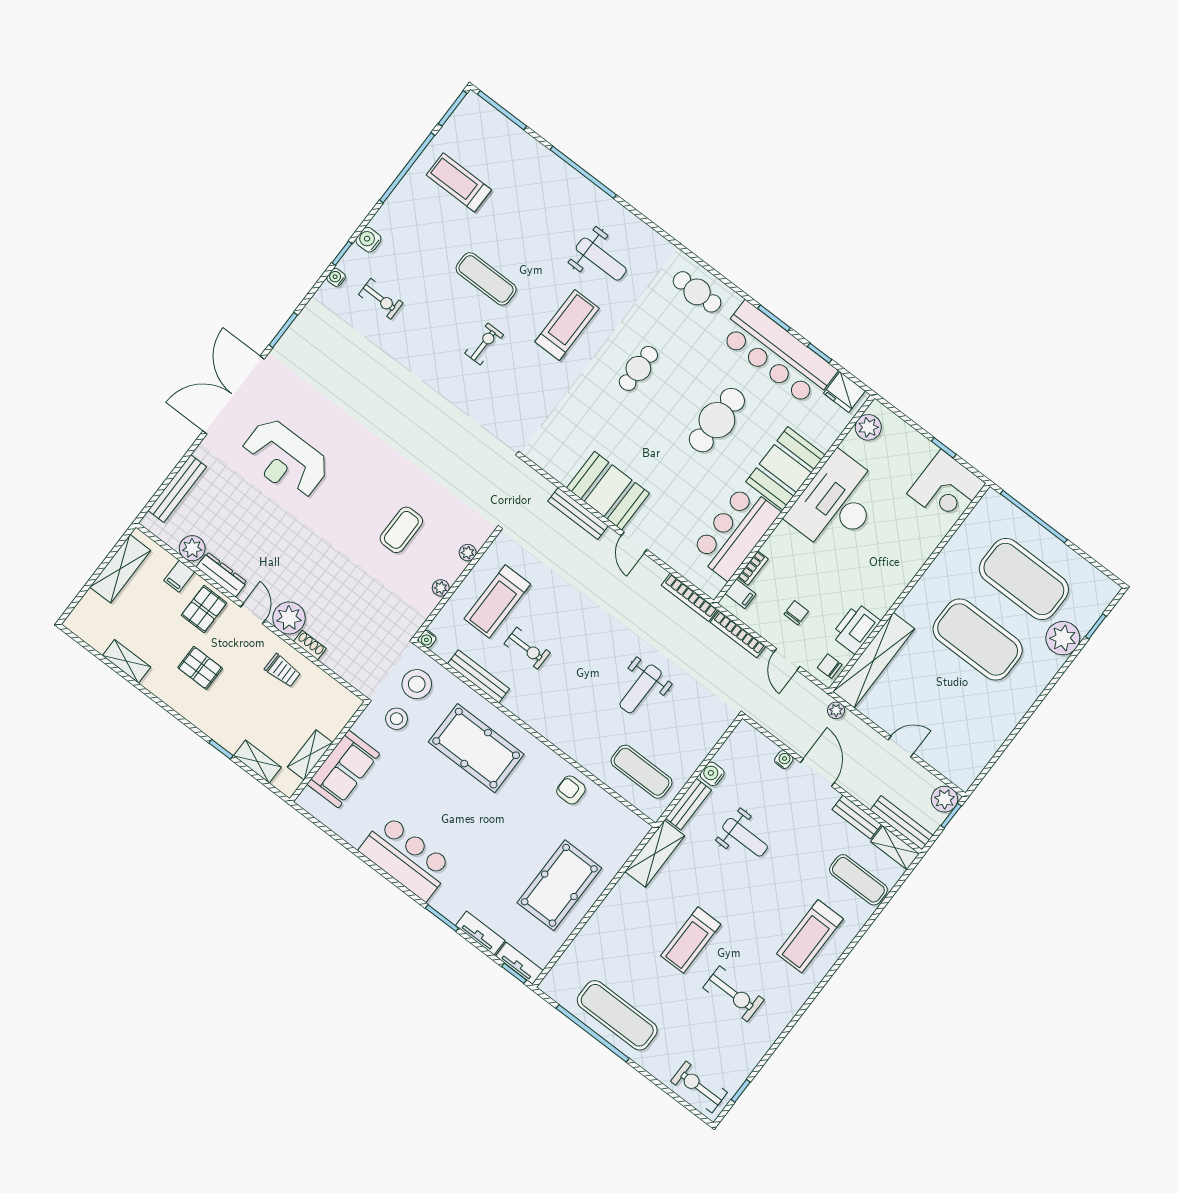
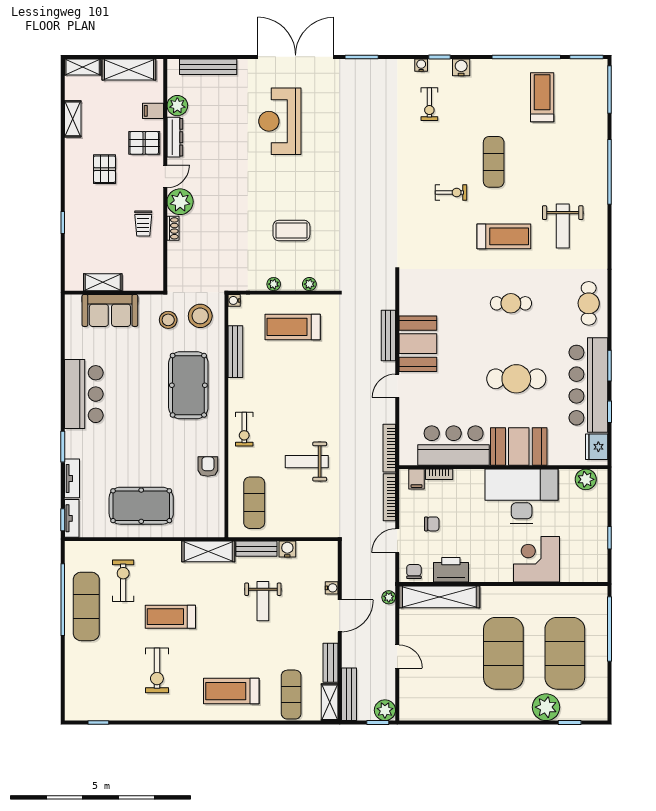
corner desk: (946, 489) -> (537, 559), moved, turned 90
exercise bike: (527, 648) -> (244, 429), moved
shelving: (257, 761) -> (83, 67), moved, turned 90
exercise bike: (699, 1087) -> (123, 581), moved

